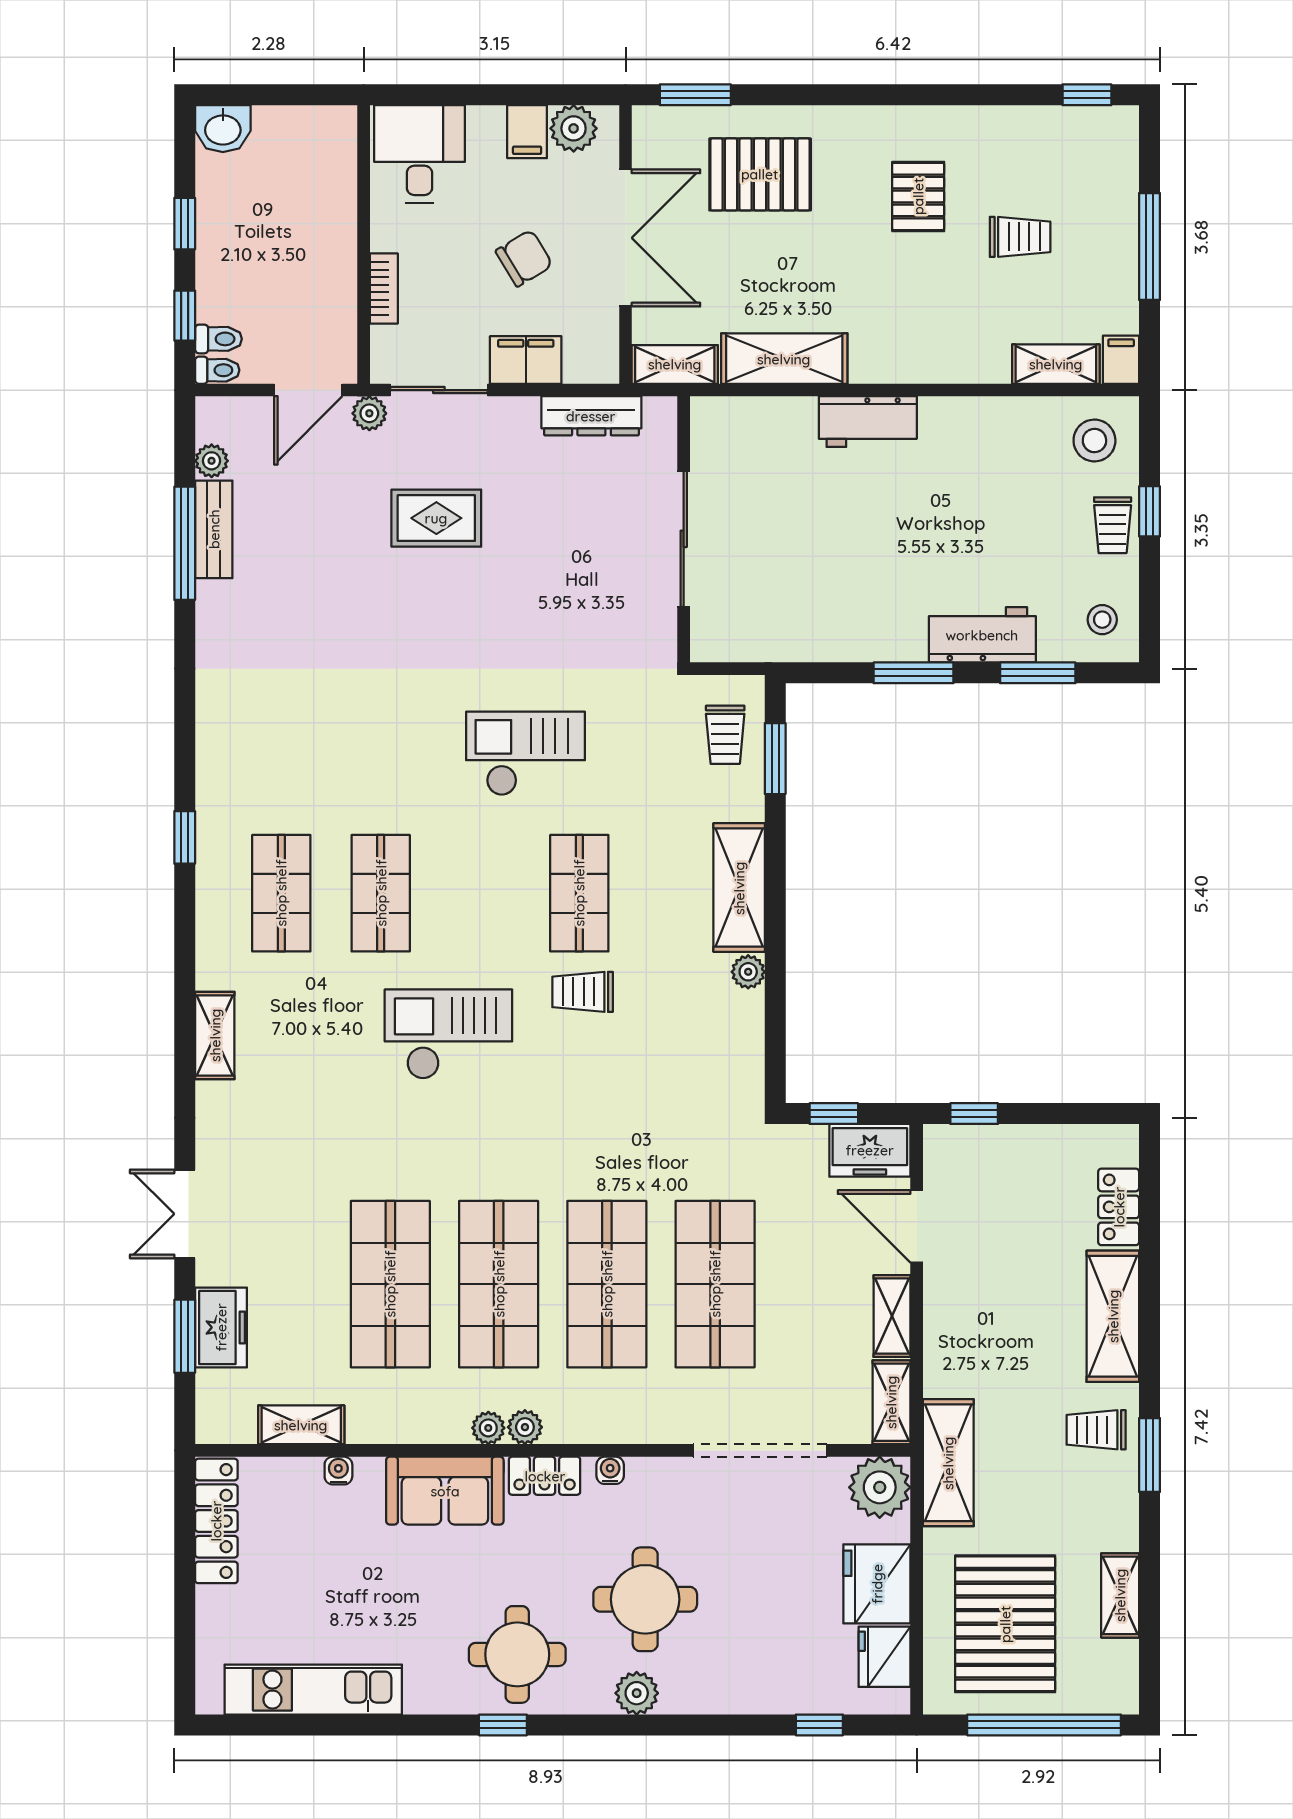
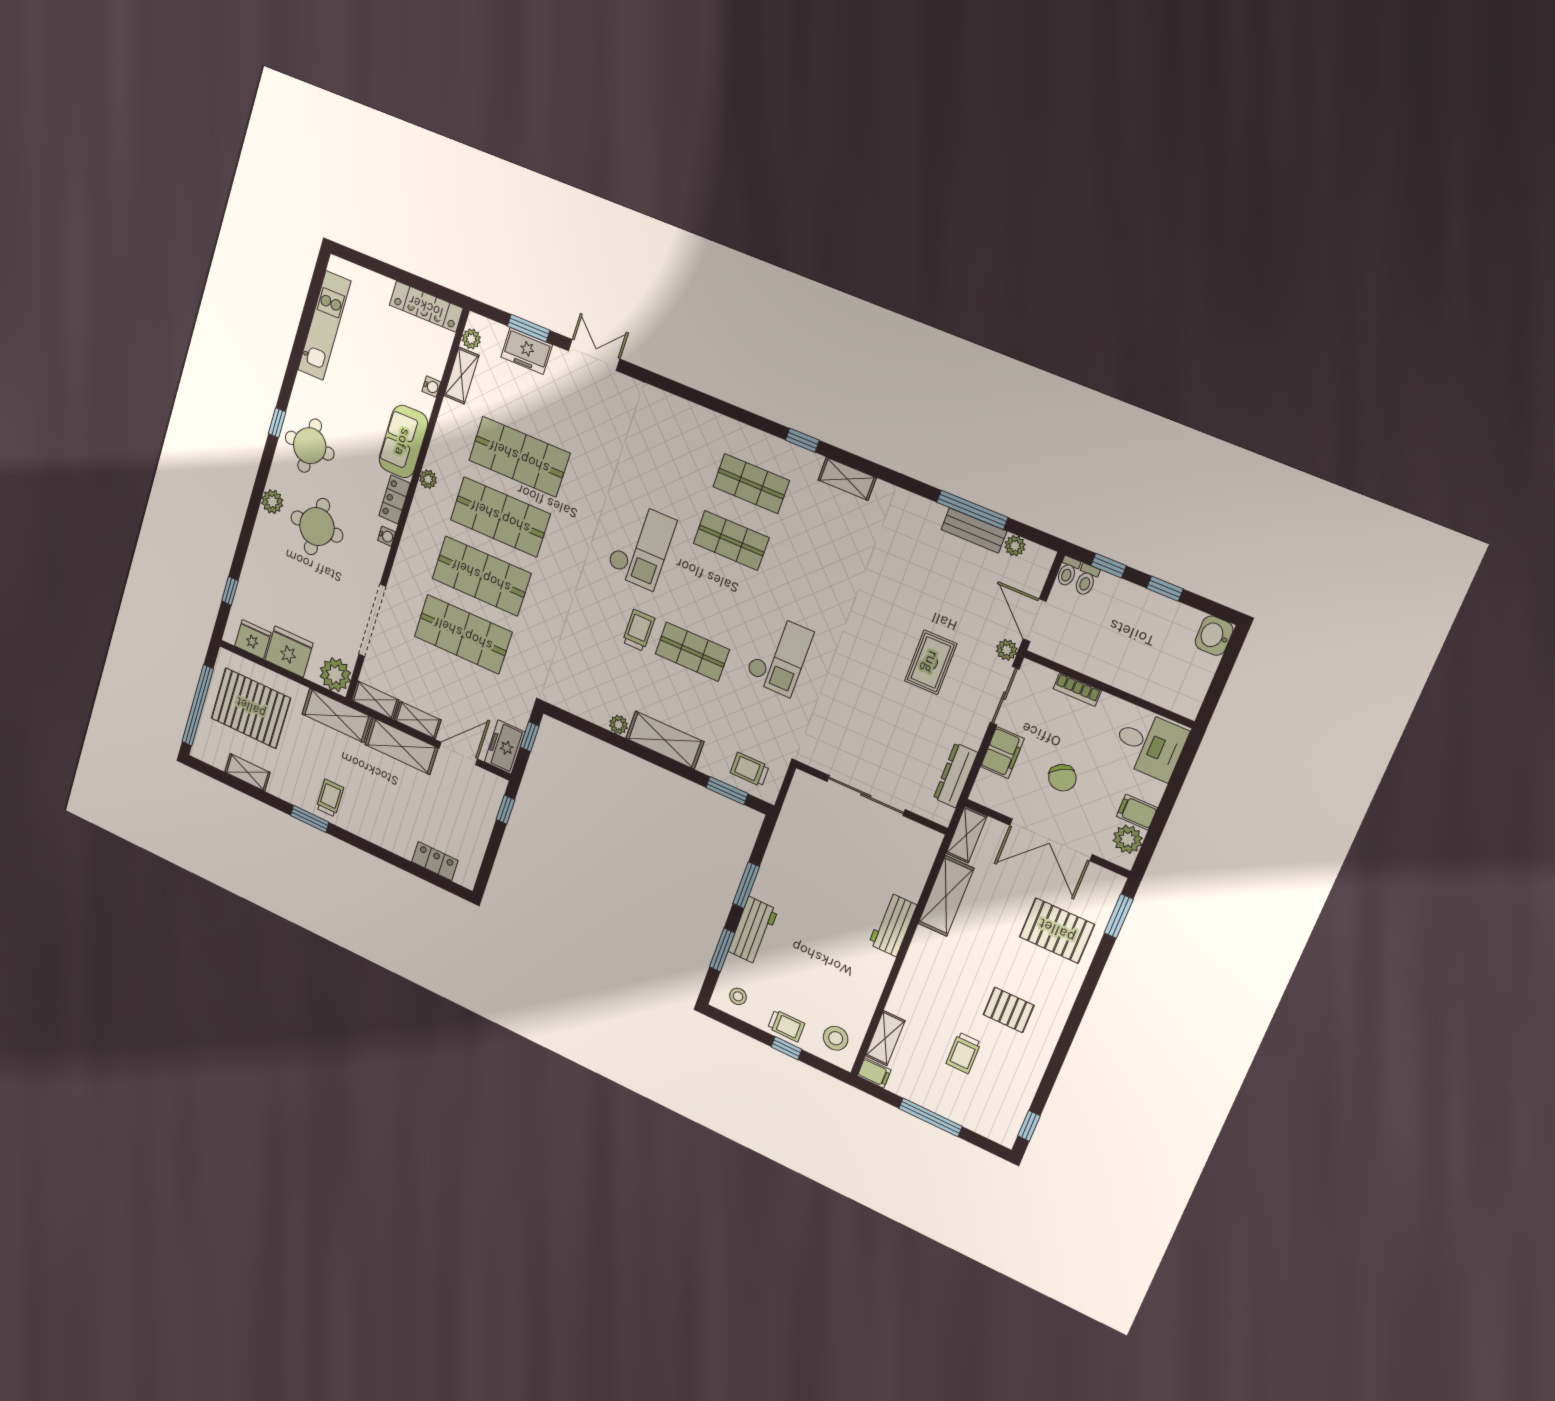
pallet: (760, 174) -> (1057, 931), turned 90
trolley: (1113, 525) -> (786, 1026), turned 180
shelving: (215, 1035) -> (847, 479), moved
shelving: (1113, 1316) -> (401, 746), moved
plant: (525, 1427) -> (471, 339), moved

